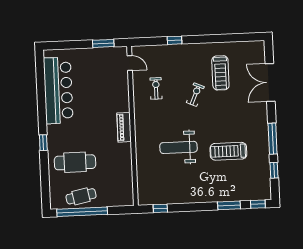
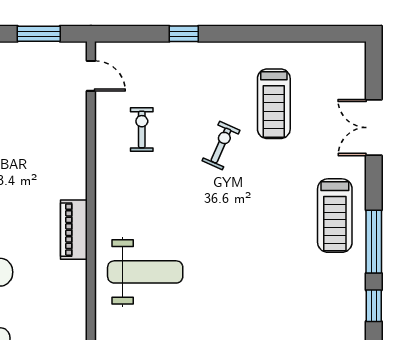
double door: (270, 82) -> (374, 128), width x0.73
piano: (124, 127) -> (74, 230), moved
weight bench: (178, 147) -> (145, 272), moved, turned 180
treadmill: (228, 151) -> (335, 216), moved, turned -90

